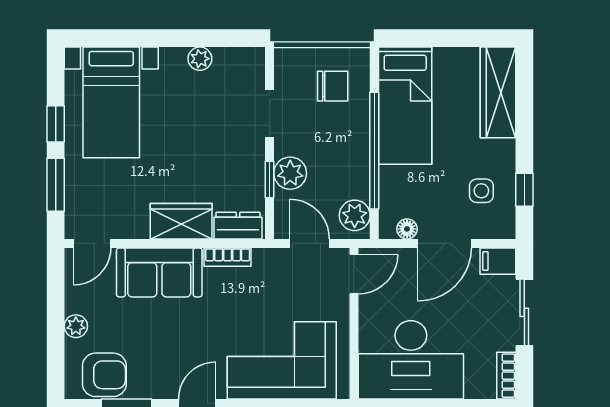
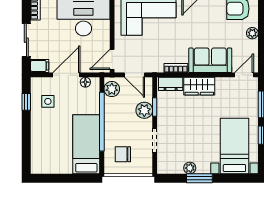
window: (181, 38) -> (199, 178), added
wardrobe: (498, 92) -> (40, 151), removed

